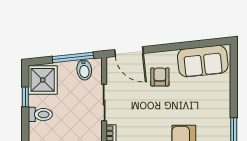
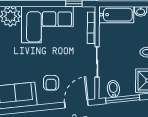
door: (129, 51) -> (76, 104), hinge flipped

